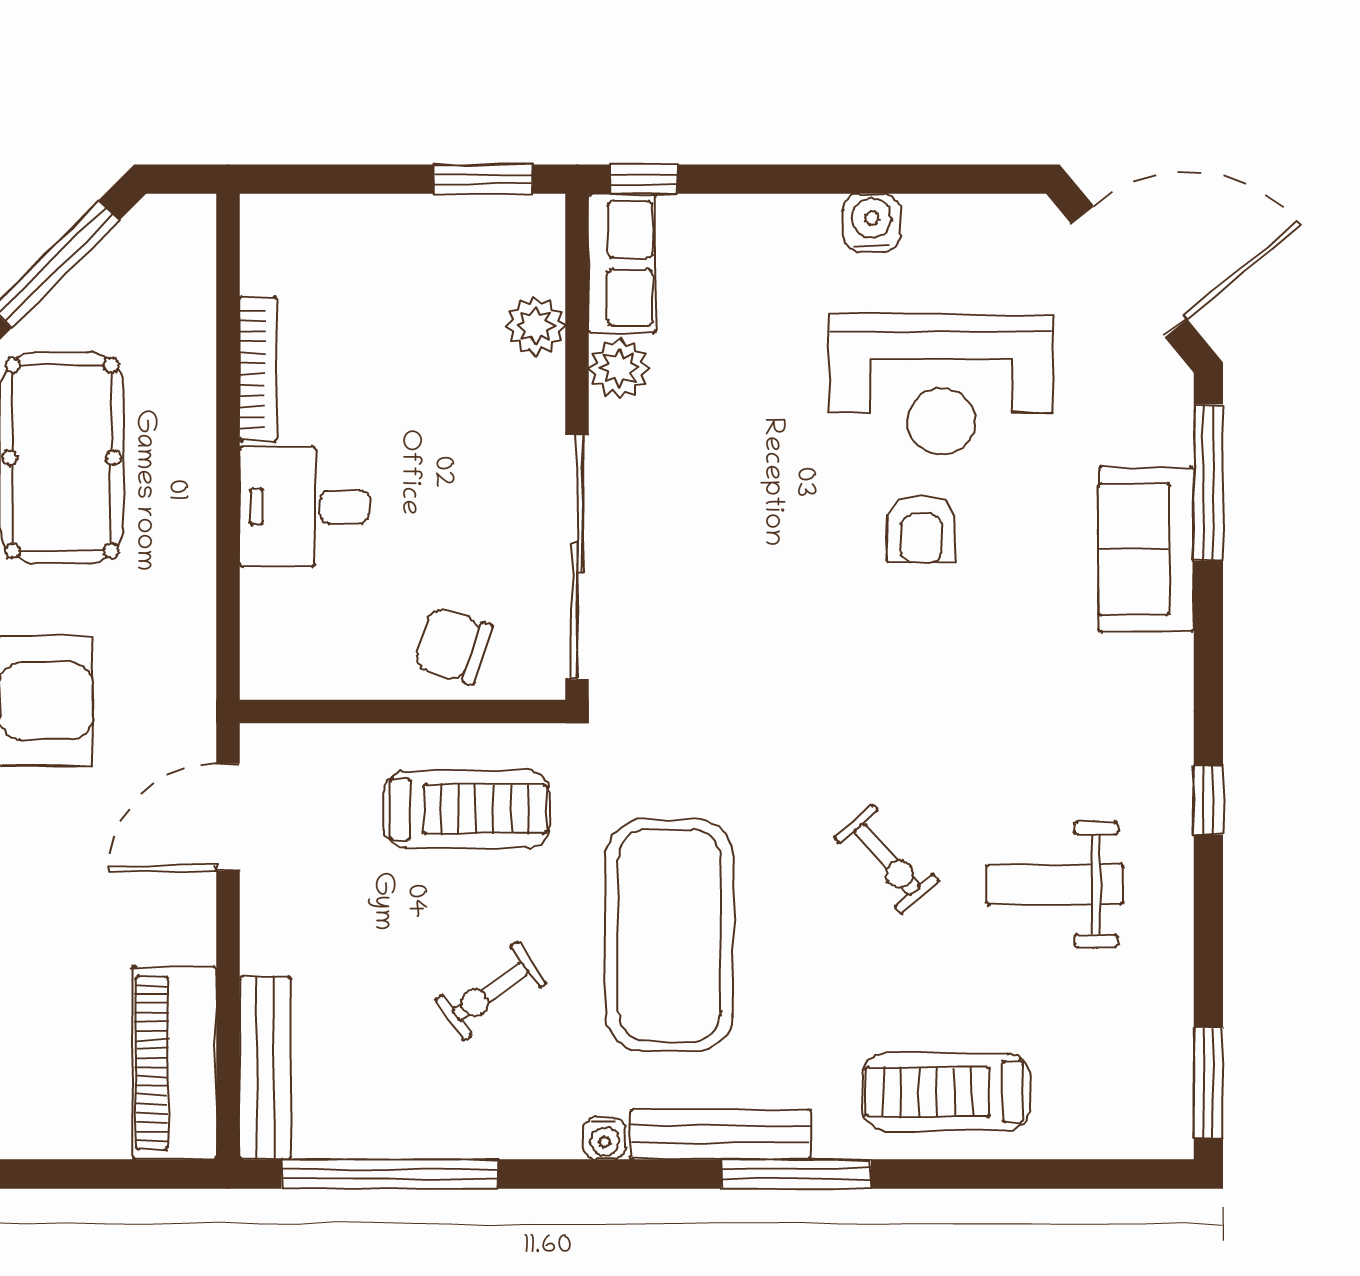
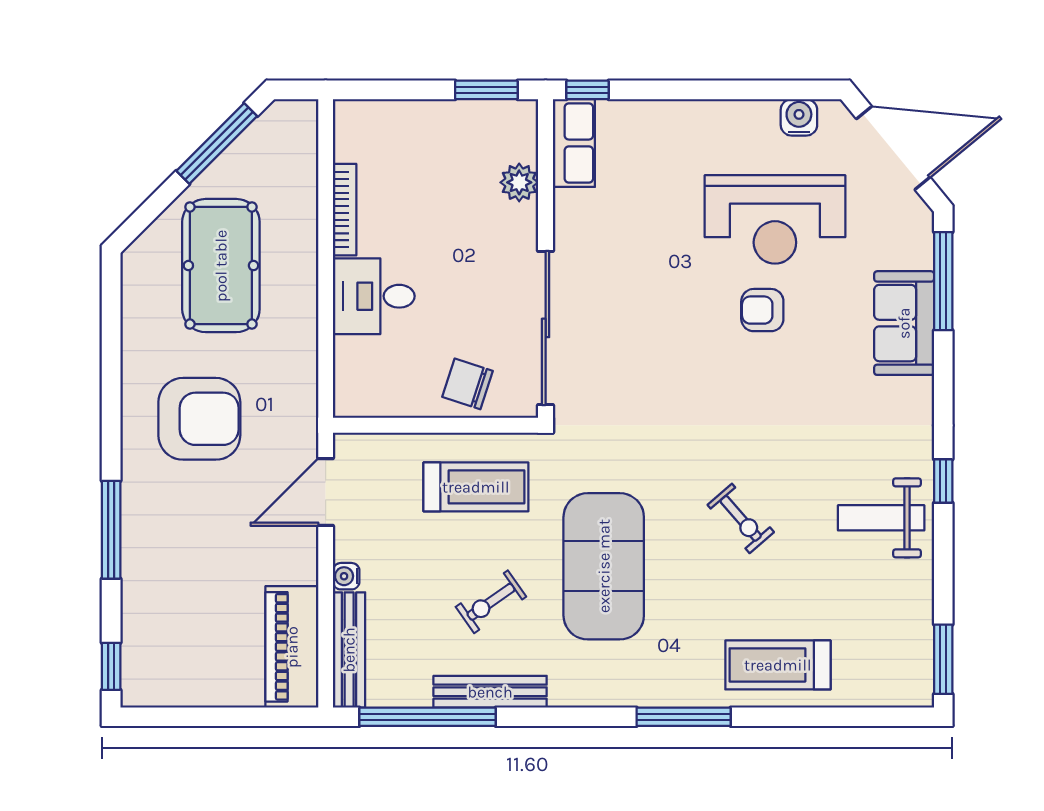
water cooler: (872, 223) -> (799, 117), moved
plant: (619, 368) -> (572, 209), removed
armchair: (921, 529) -> (762, 310), turned 90
weight bench: (1055, 884) -> (881, 518), moved
bench: (720, 1134) -> (490, 692), moved
water cooler: (605, 1138) -> (346, 576), moved, turned 90

